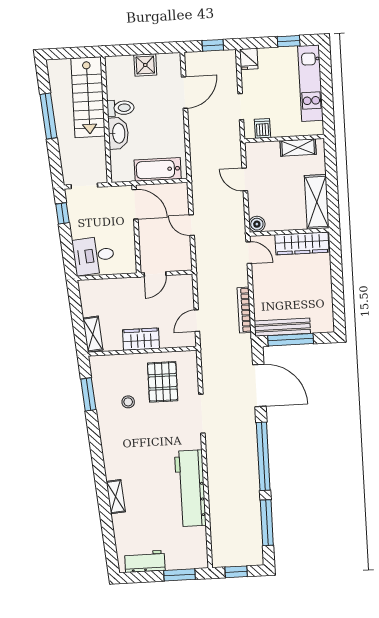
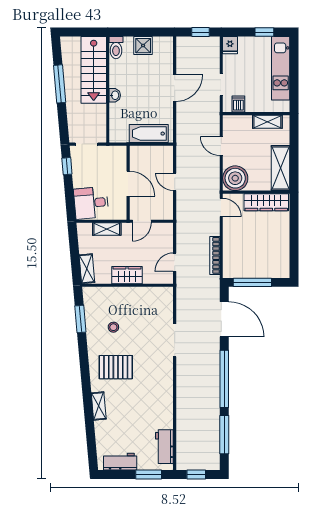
door: (184, 93) -> (175, 88), moved
toilet: (121, 108) -> (116, 48), moved, turned 90
washbasin: (118, 133) -> (115, 95), width x0.52, depth x0.69
door: (135, 204) -> (128, 184), moved
boiler: (257, 224) -> (235, 178), width x1.86, depth x1.86
shelving: (114, 286) -> (107, 229), added
bench: (282, 327) -> (246, 271), removed
pallet: (163, 382) -> (116, 367), moved, turned 90
workbench: (190, 488) -> (164, 447), moved, width x0.53, depth x0.76

